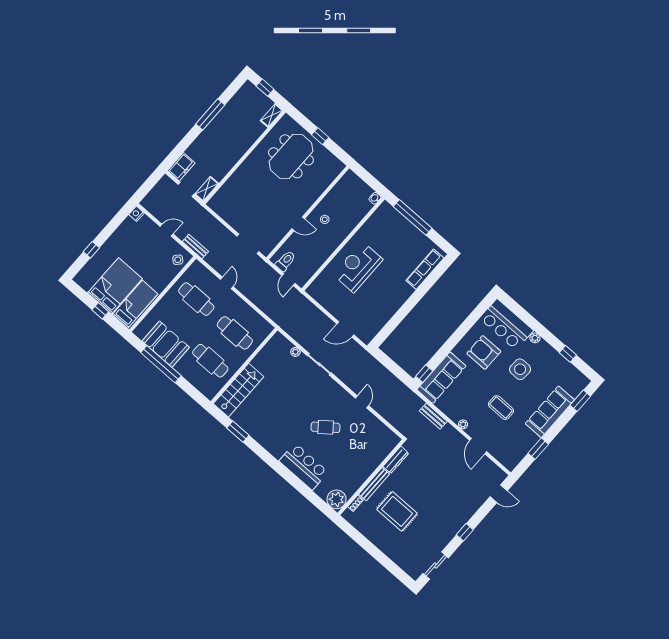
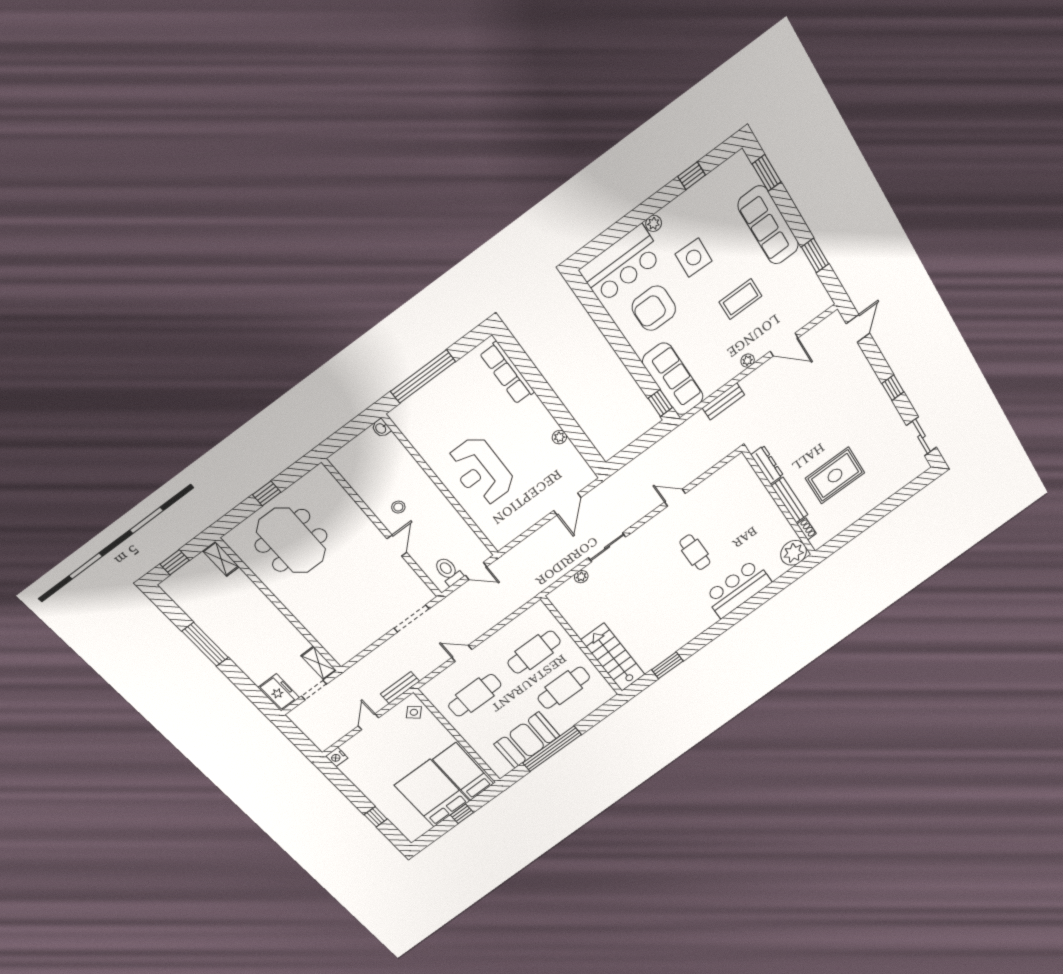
plant: (390, 313) -> (559, 437), added
cafe table: (326, 427) -> (695, 552), turned -52

